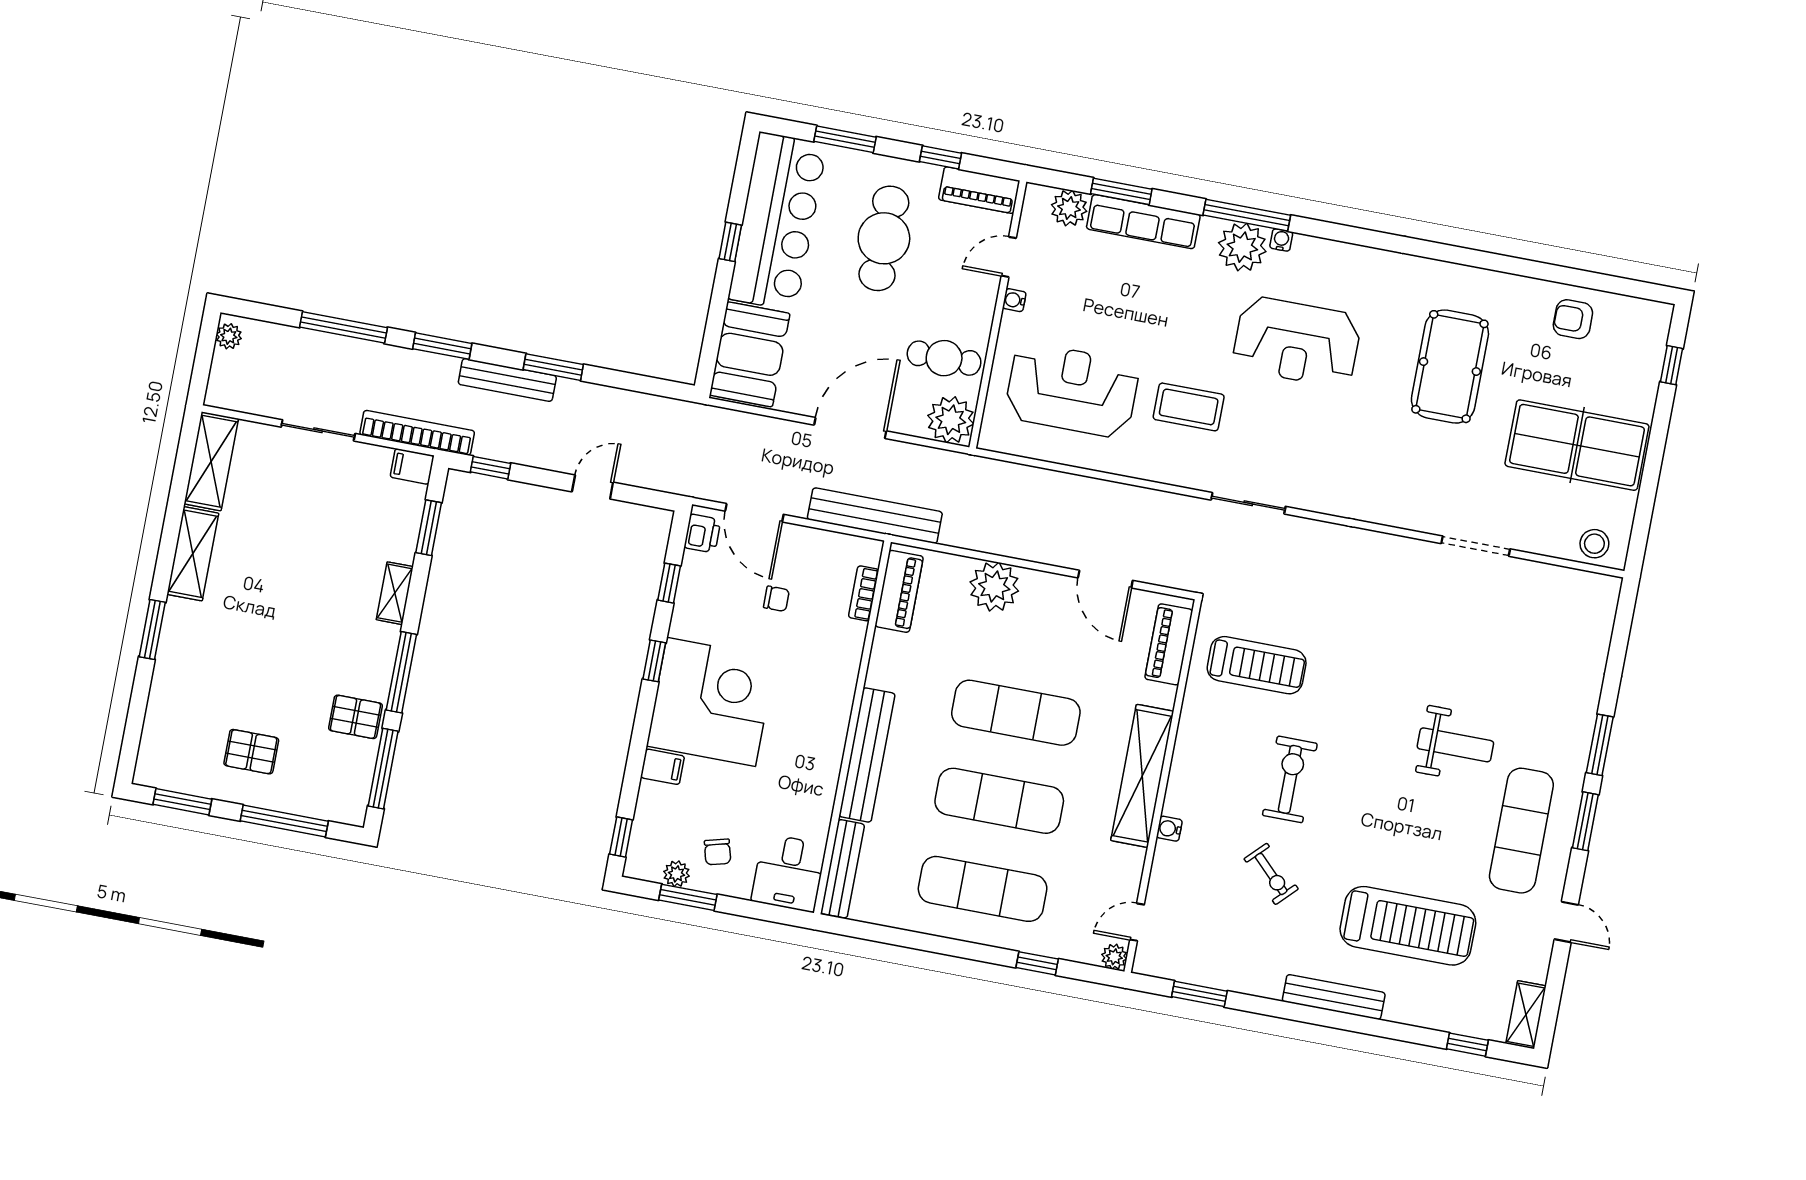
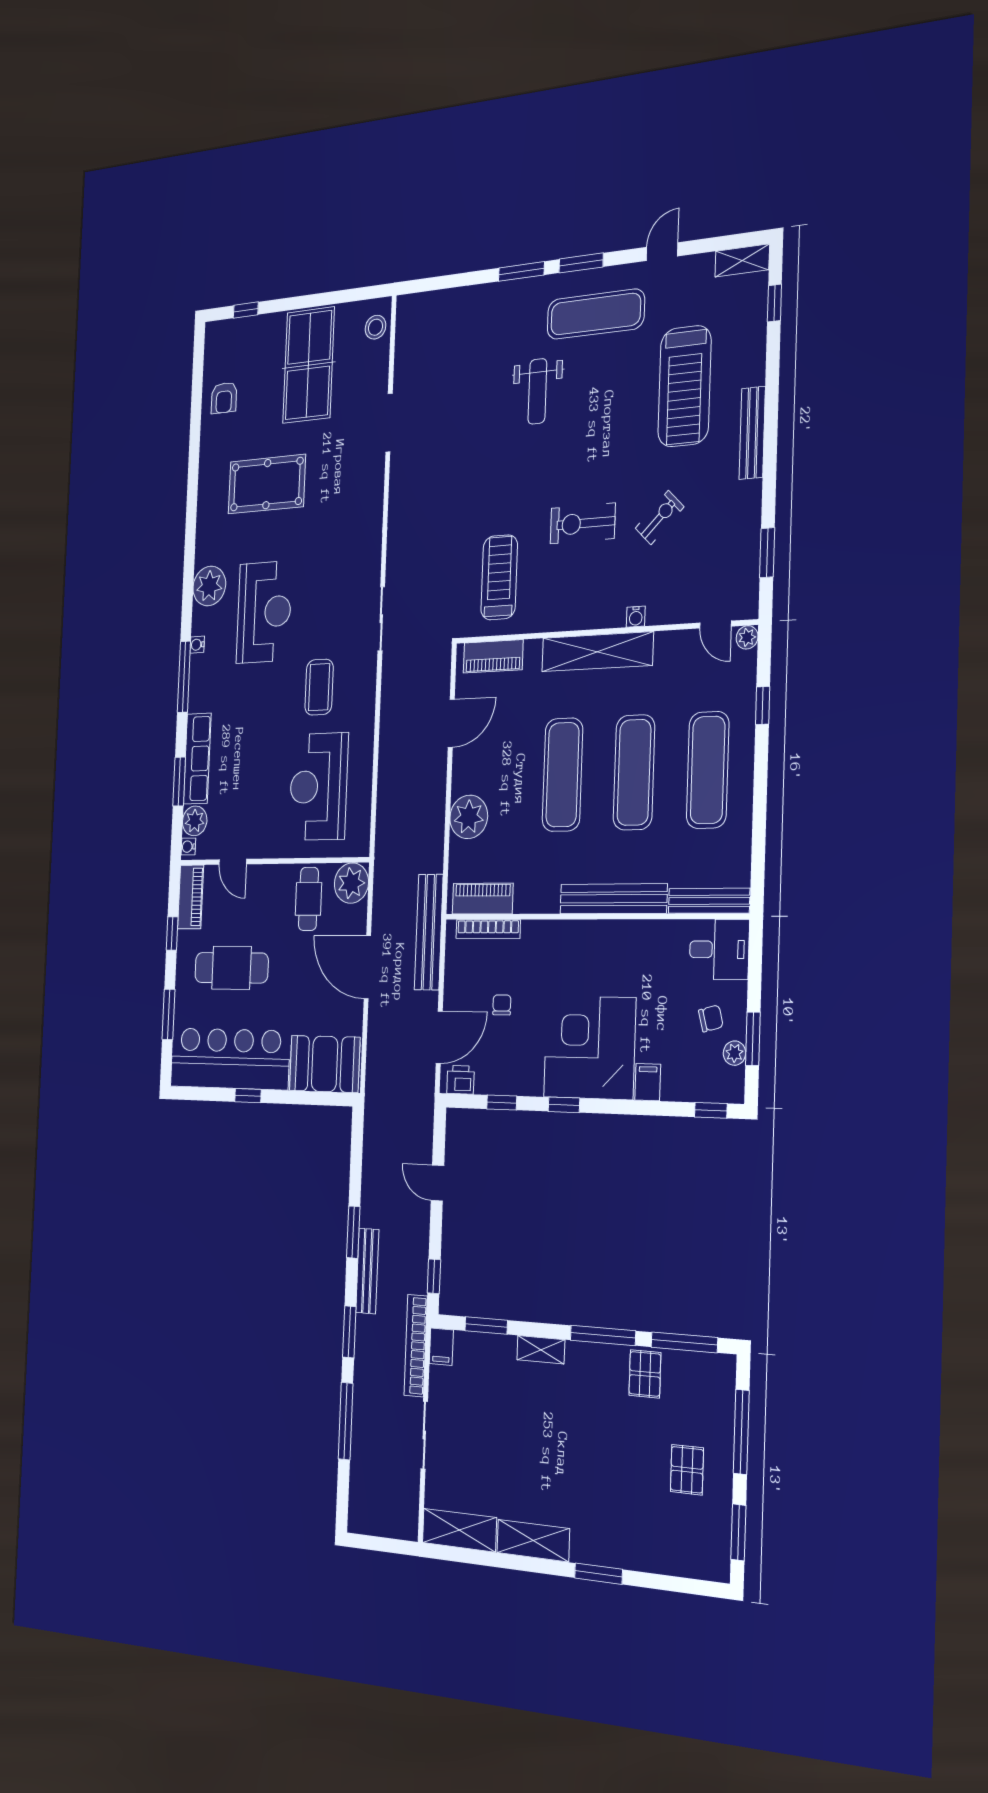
plant: (1242, 247) -> (209, 586), moved
water cooler: (1014, 300) -> (188, 847), moved, turned 90
plant: (229, 336) -> (364, 1523), removed
bookcase: (864, 593) -> (488, 929), width x1.56
weight bench: (1455, 745) -> (537, 391), turned 180
treadmill: (1408, 926) -> (685, 386), turned 180

